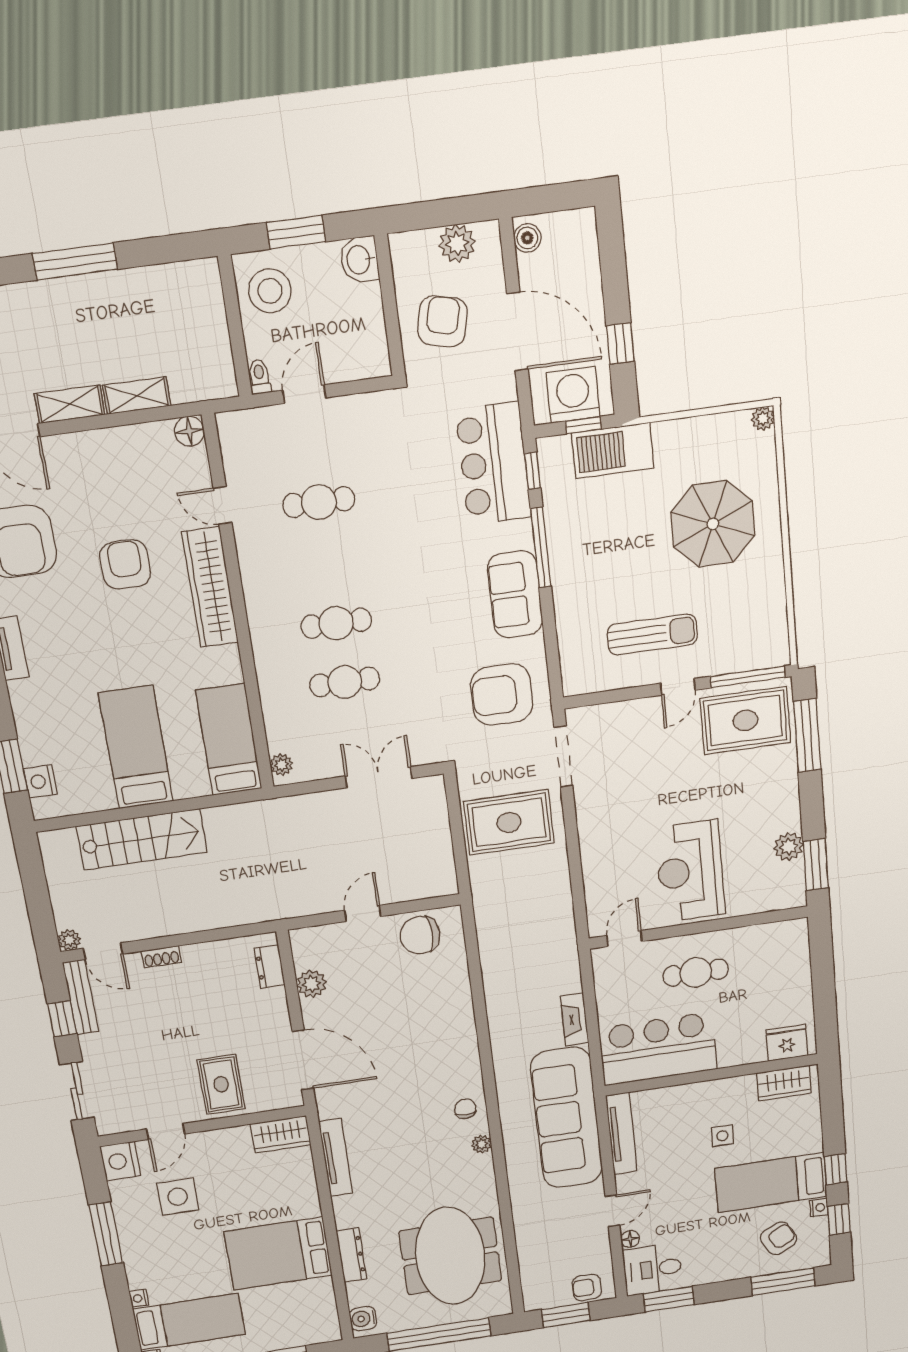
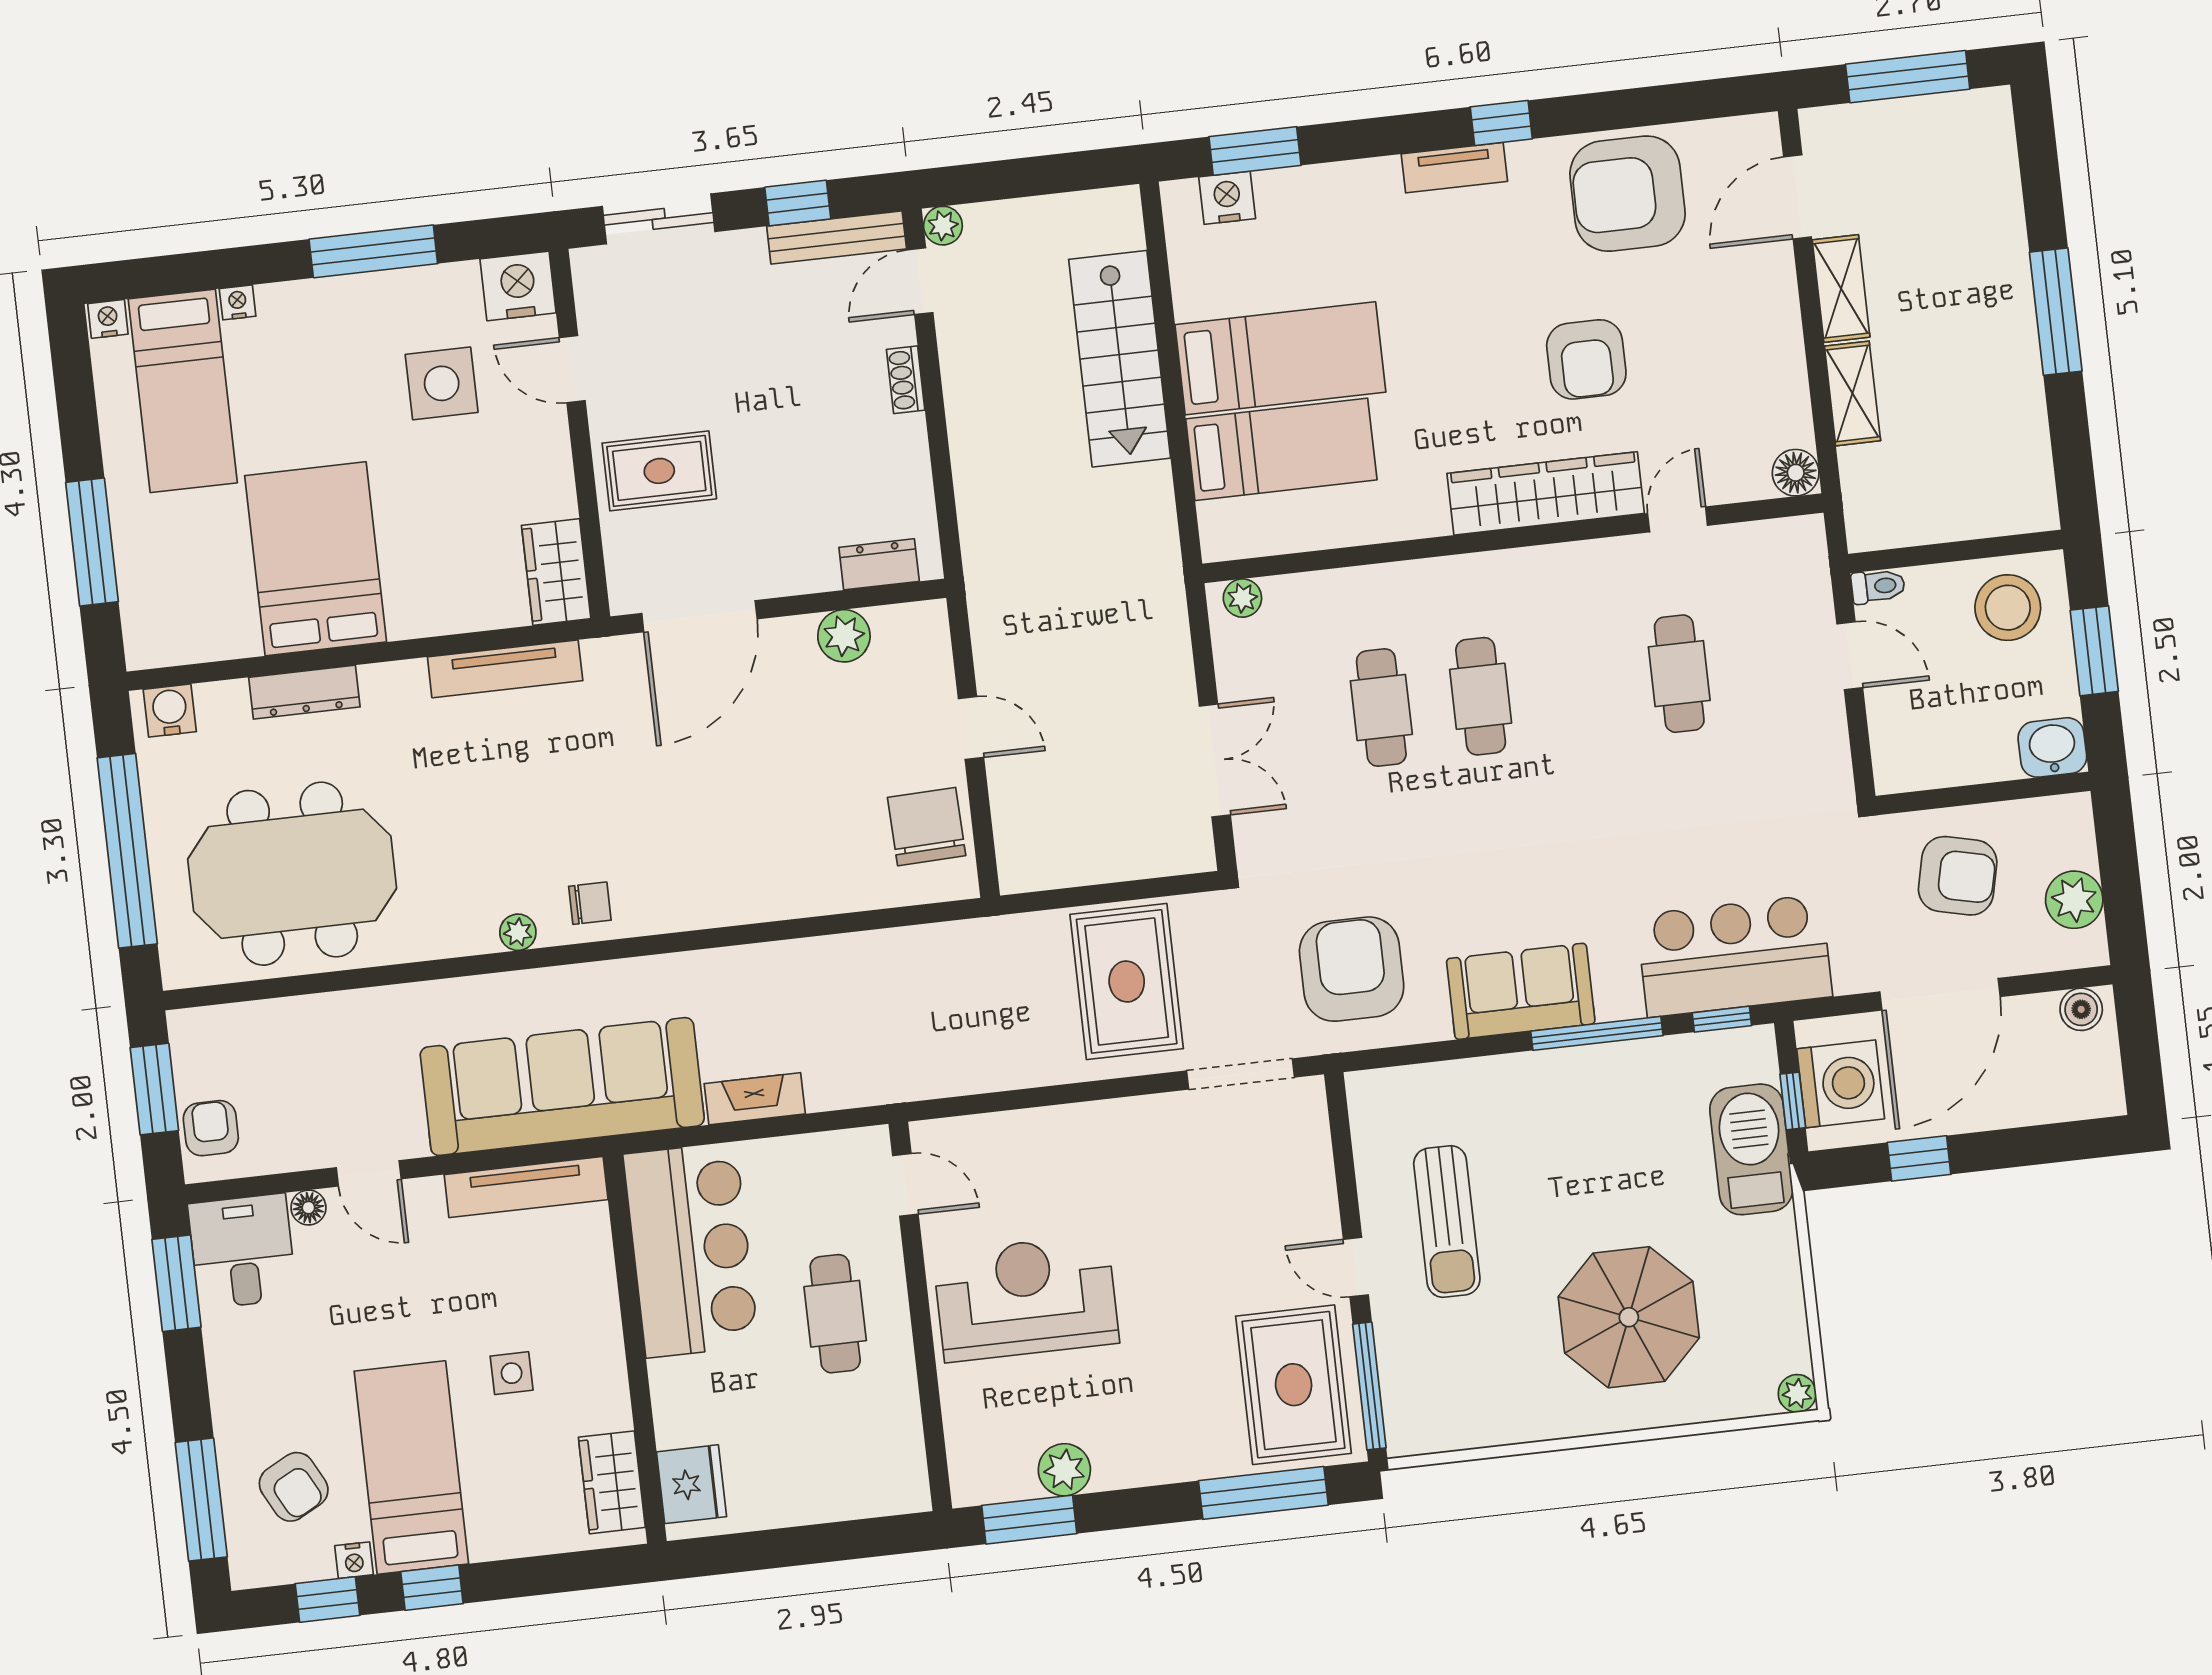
armchair: (125, 564) -> (1586, 359), turned 90
bed: (229, 740) -> (1281, 449), moved

